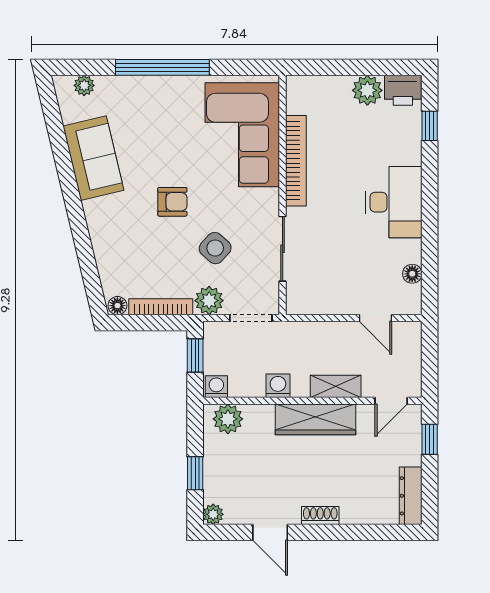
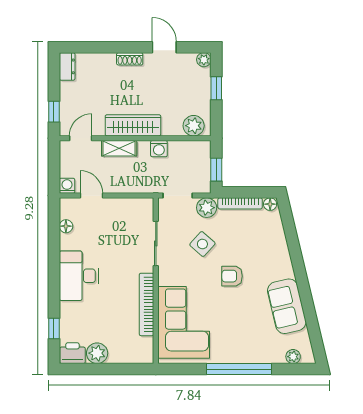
washing machine: (216, 387) -> (67, 186), moved, turned 180
dresser: (411, 496) -> (67, 66), width x0.70

